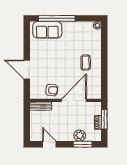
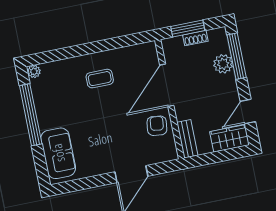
window: (57, 18) -> (31, 115), moved
door: (74, 100) -> (167, 85), hinge flipped
wardrobe: (36, 131) -> (229, 138), added
window: (83, 144) -> (237, 56), width x1.44

